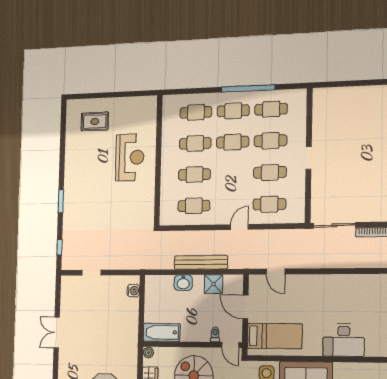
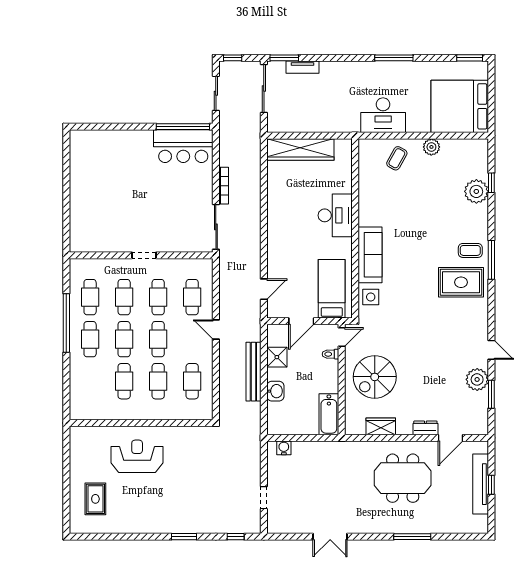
cafe table: (196, 112) -> (158, 339), moved
plant: (148, 353) -> (351, 429), removed

